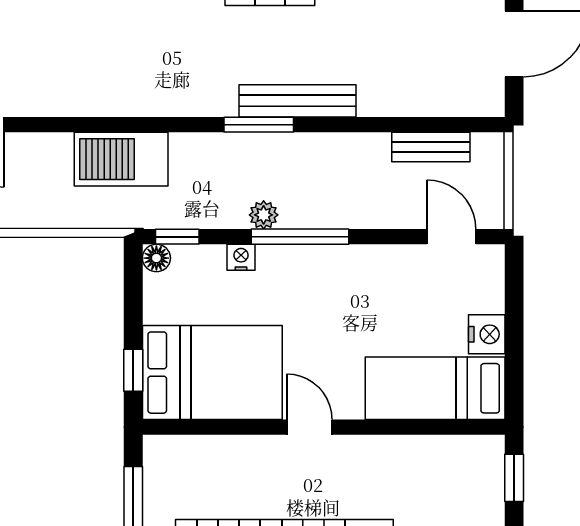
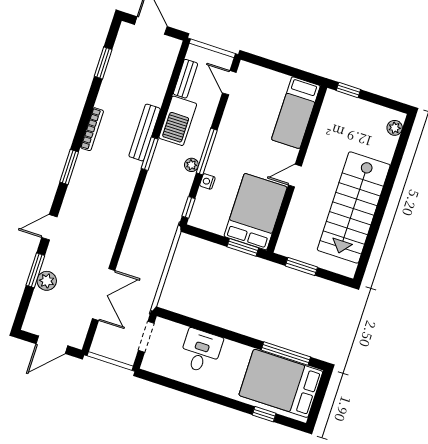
barbecue: (121, 159) -> (178, 121), moved
door: (451, 237) -> (229, 83), hinge flipped
floor lamp: (156, 258) -> (195, 220), removed
nightstand: (487, 334) -> (279, 81), removed
window: (133, 370) -> (243, 247), width x1.50

